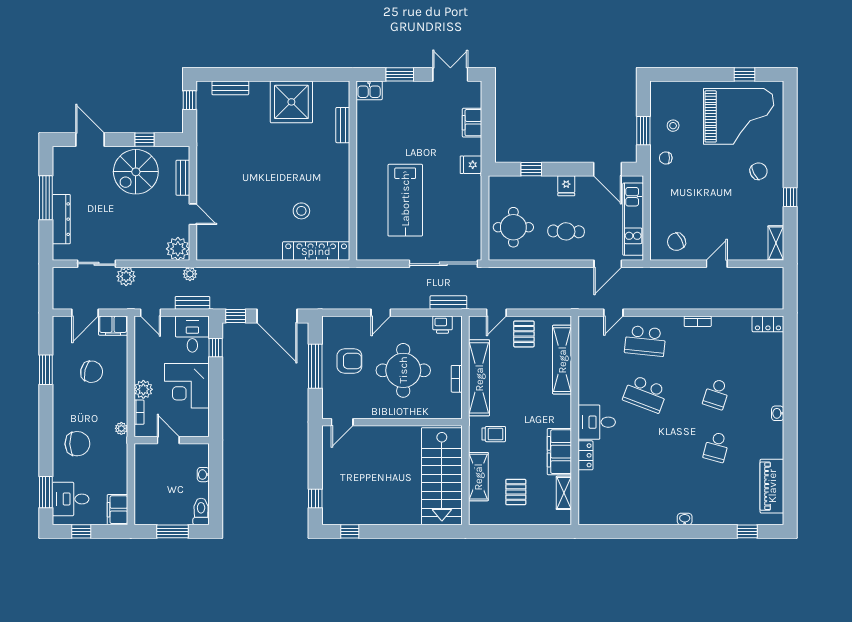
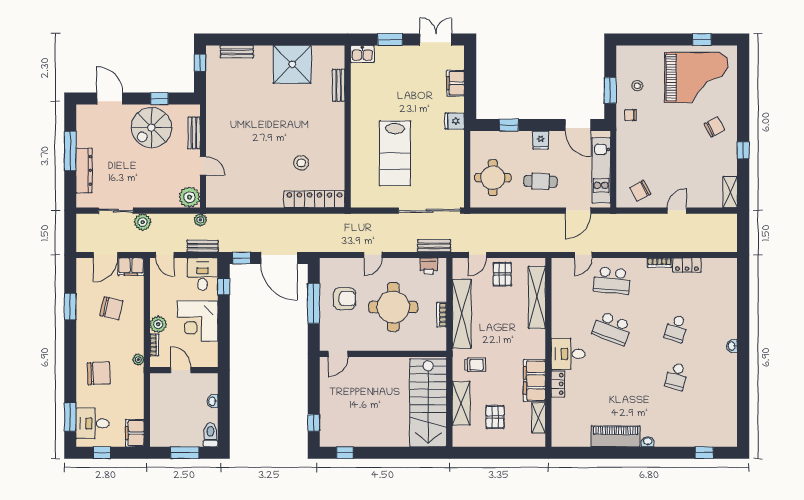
locker: (768, 324) -> (687, 265), moved
piano: (772, 486) -> (616, 436), moved, turned 90

